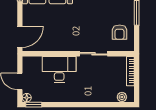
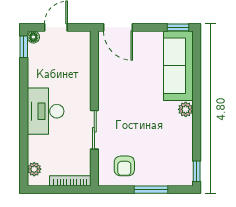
armchair: (120, 32) -> (124, 166), turned -90
desk: (59, 69) -> (46, 111), moved, turned 180

